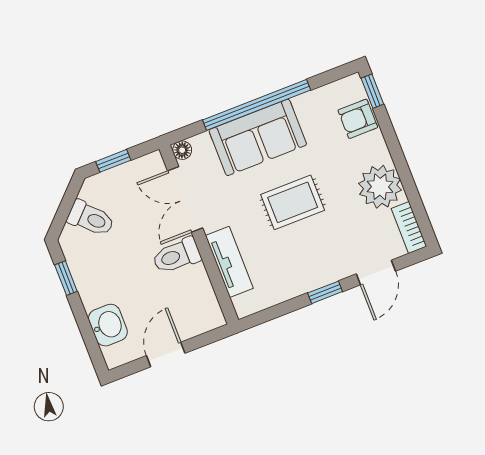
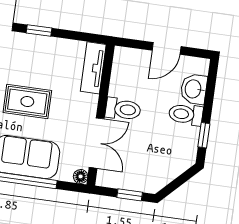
toilet: (91, 218) -> (186, 114), moved, turned -45
tv unit: (229, 262) -> (93, 68), moved

